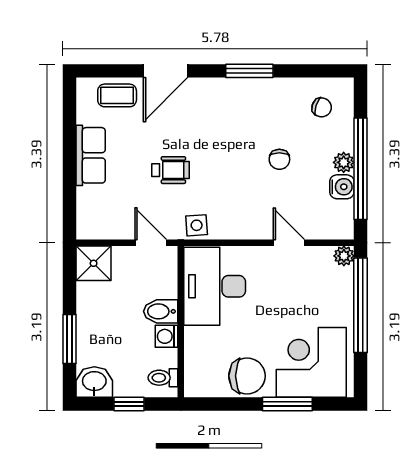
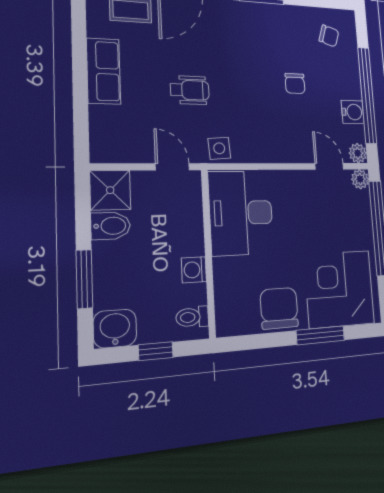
plant: (344, 162) -> (358, 153), moved
door: (289, 243) -> (329, 166), moved
bidet: (161, 311) -> (111, 226), moved, turned 180
chair: (247, 376) -> (279, 308), turned -90

